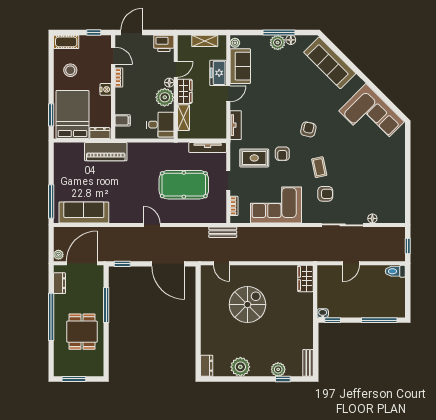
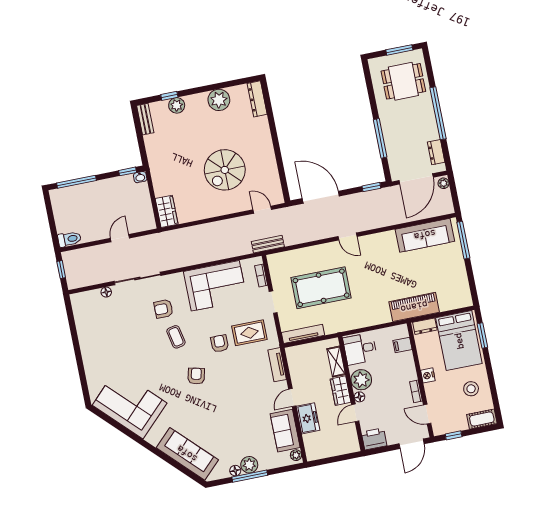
shelving: (205, 41) -> (330, 451), removed
armchair: (308, 129) -> (196, 376), turned 180
dining table: (82, 332) -> (403, 81), moved, turned 90
dresser: (207, 366) -> (257, 99), width x1.44

